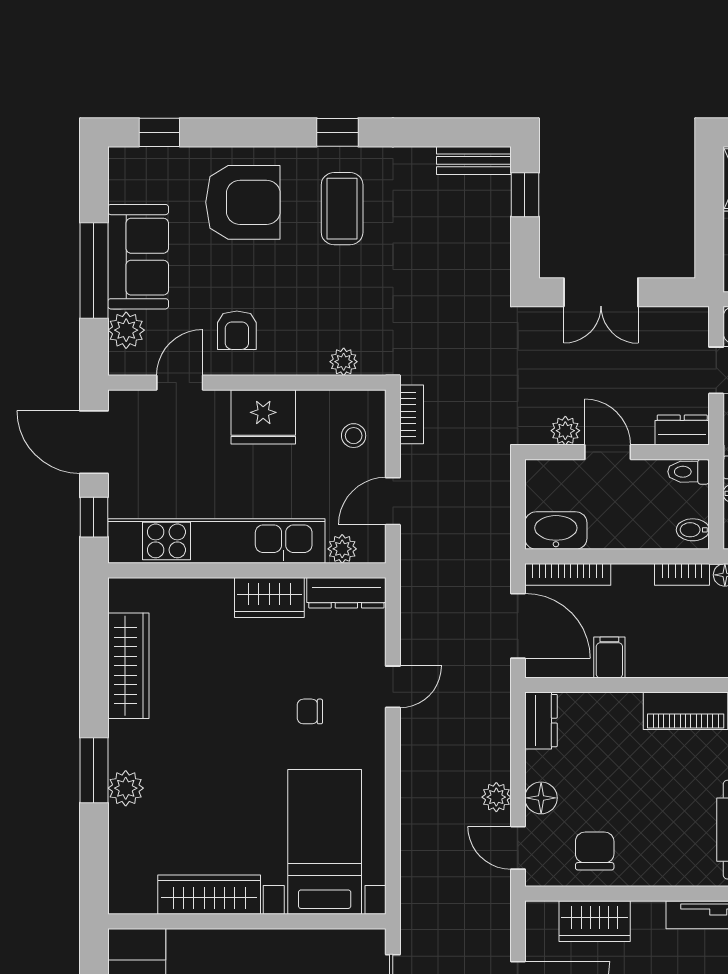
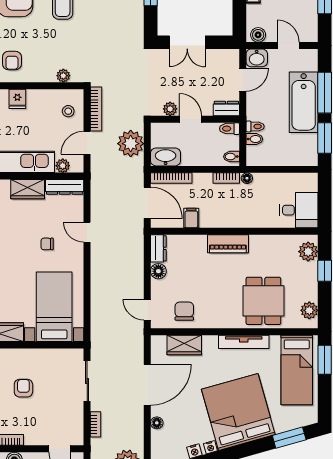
bookcase: (412, 414) -> (96, 109), width x1.56
fridge: (263, 417) -> (17, 99), width x0.53, depth x0.75
door: (393, 687) -> (87, 232), swing flipped
plant: (496, 797) -> (131, 144), moved, width x1.88, depth x1.88
floor lamp: (541, 798) -> (158, 271), moved

